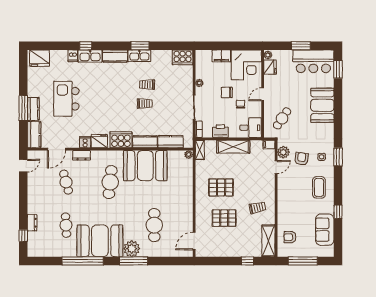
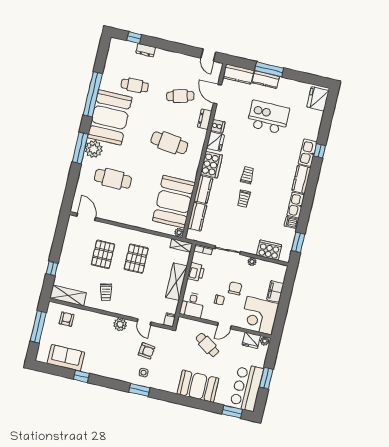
window: (140, 46) -> (298, 242), moved
dishwasher: (73, 56) -> (291, 223), moved
cooker: (183, 57) -> (269, 250), moved, turned 90
trolley: (147, 85) -> (247, 175), moved
door: (263, 94) -> (224, 326), swing flipped
cafe table: (282, 118) -> (207, 345), moved
plant: (283, 152) -> (120, 324), moved
booth: (145, 166) -> (174, 202), moved
coffee table: (319, 187) -> (112, 362), removed

